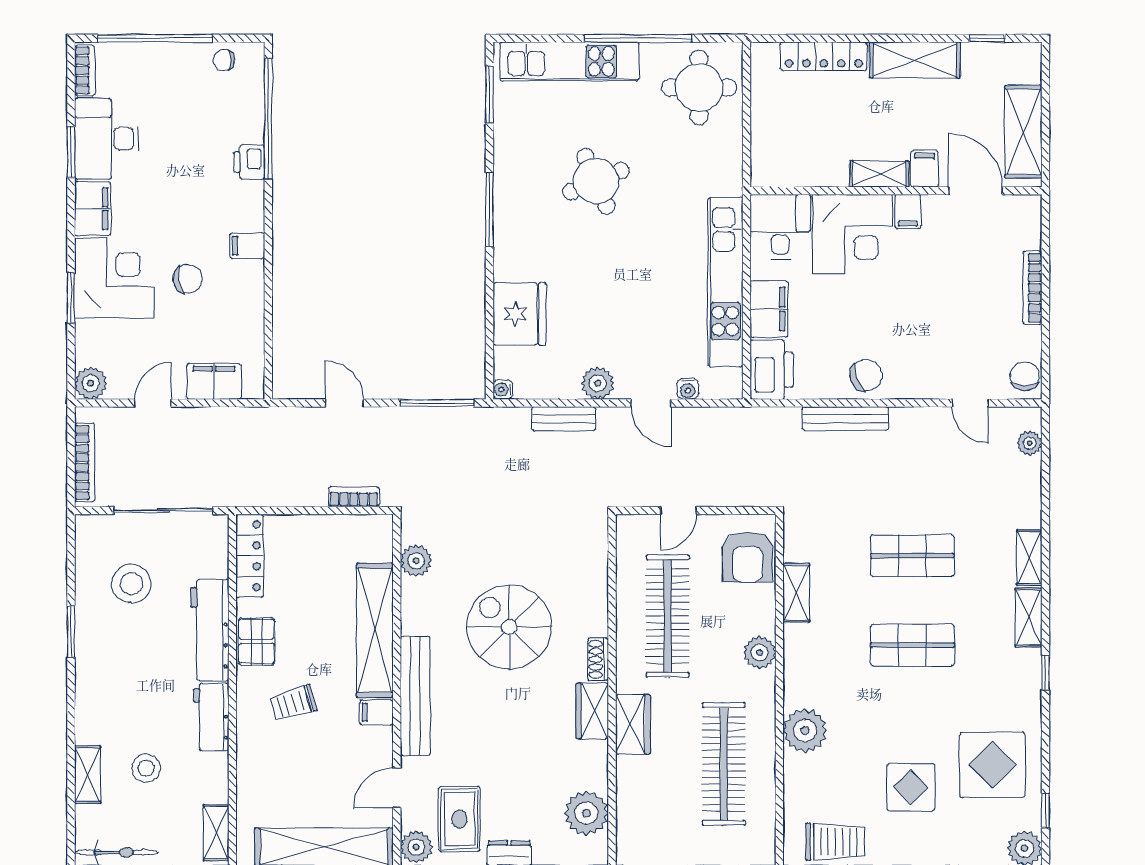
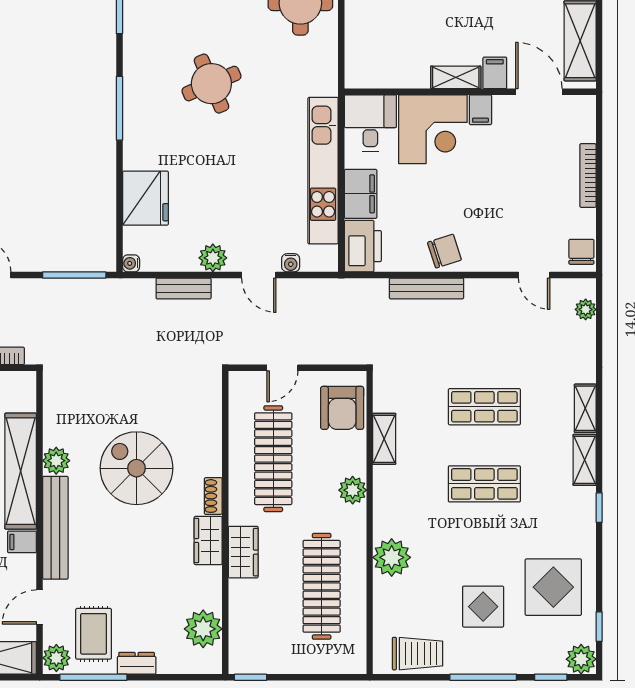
plant: (416, 561) -> (56, 461), moved

